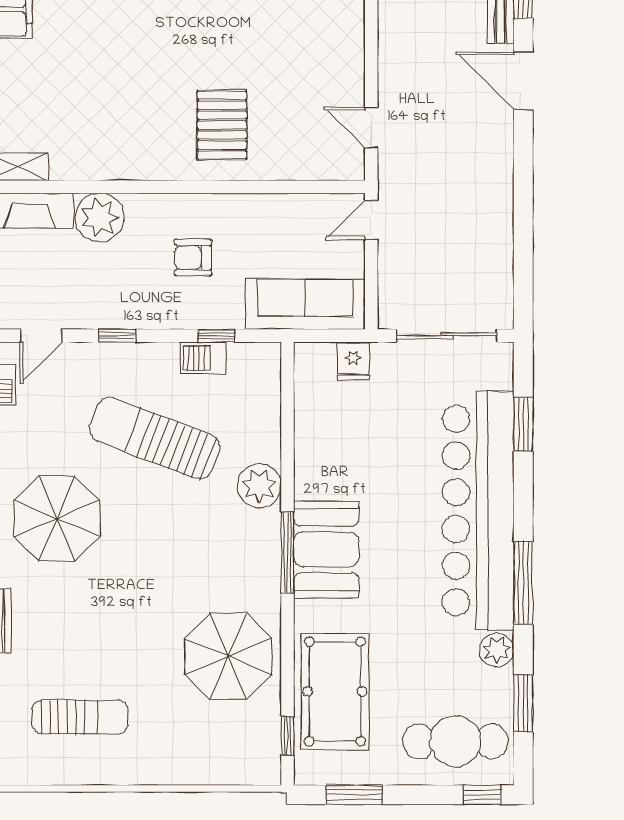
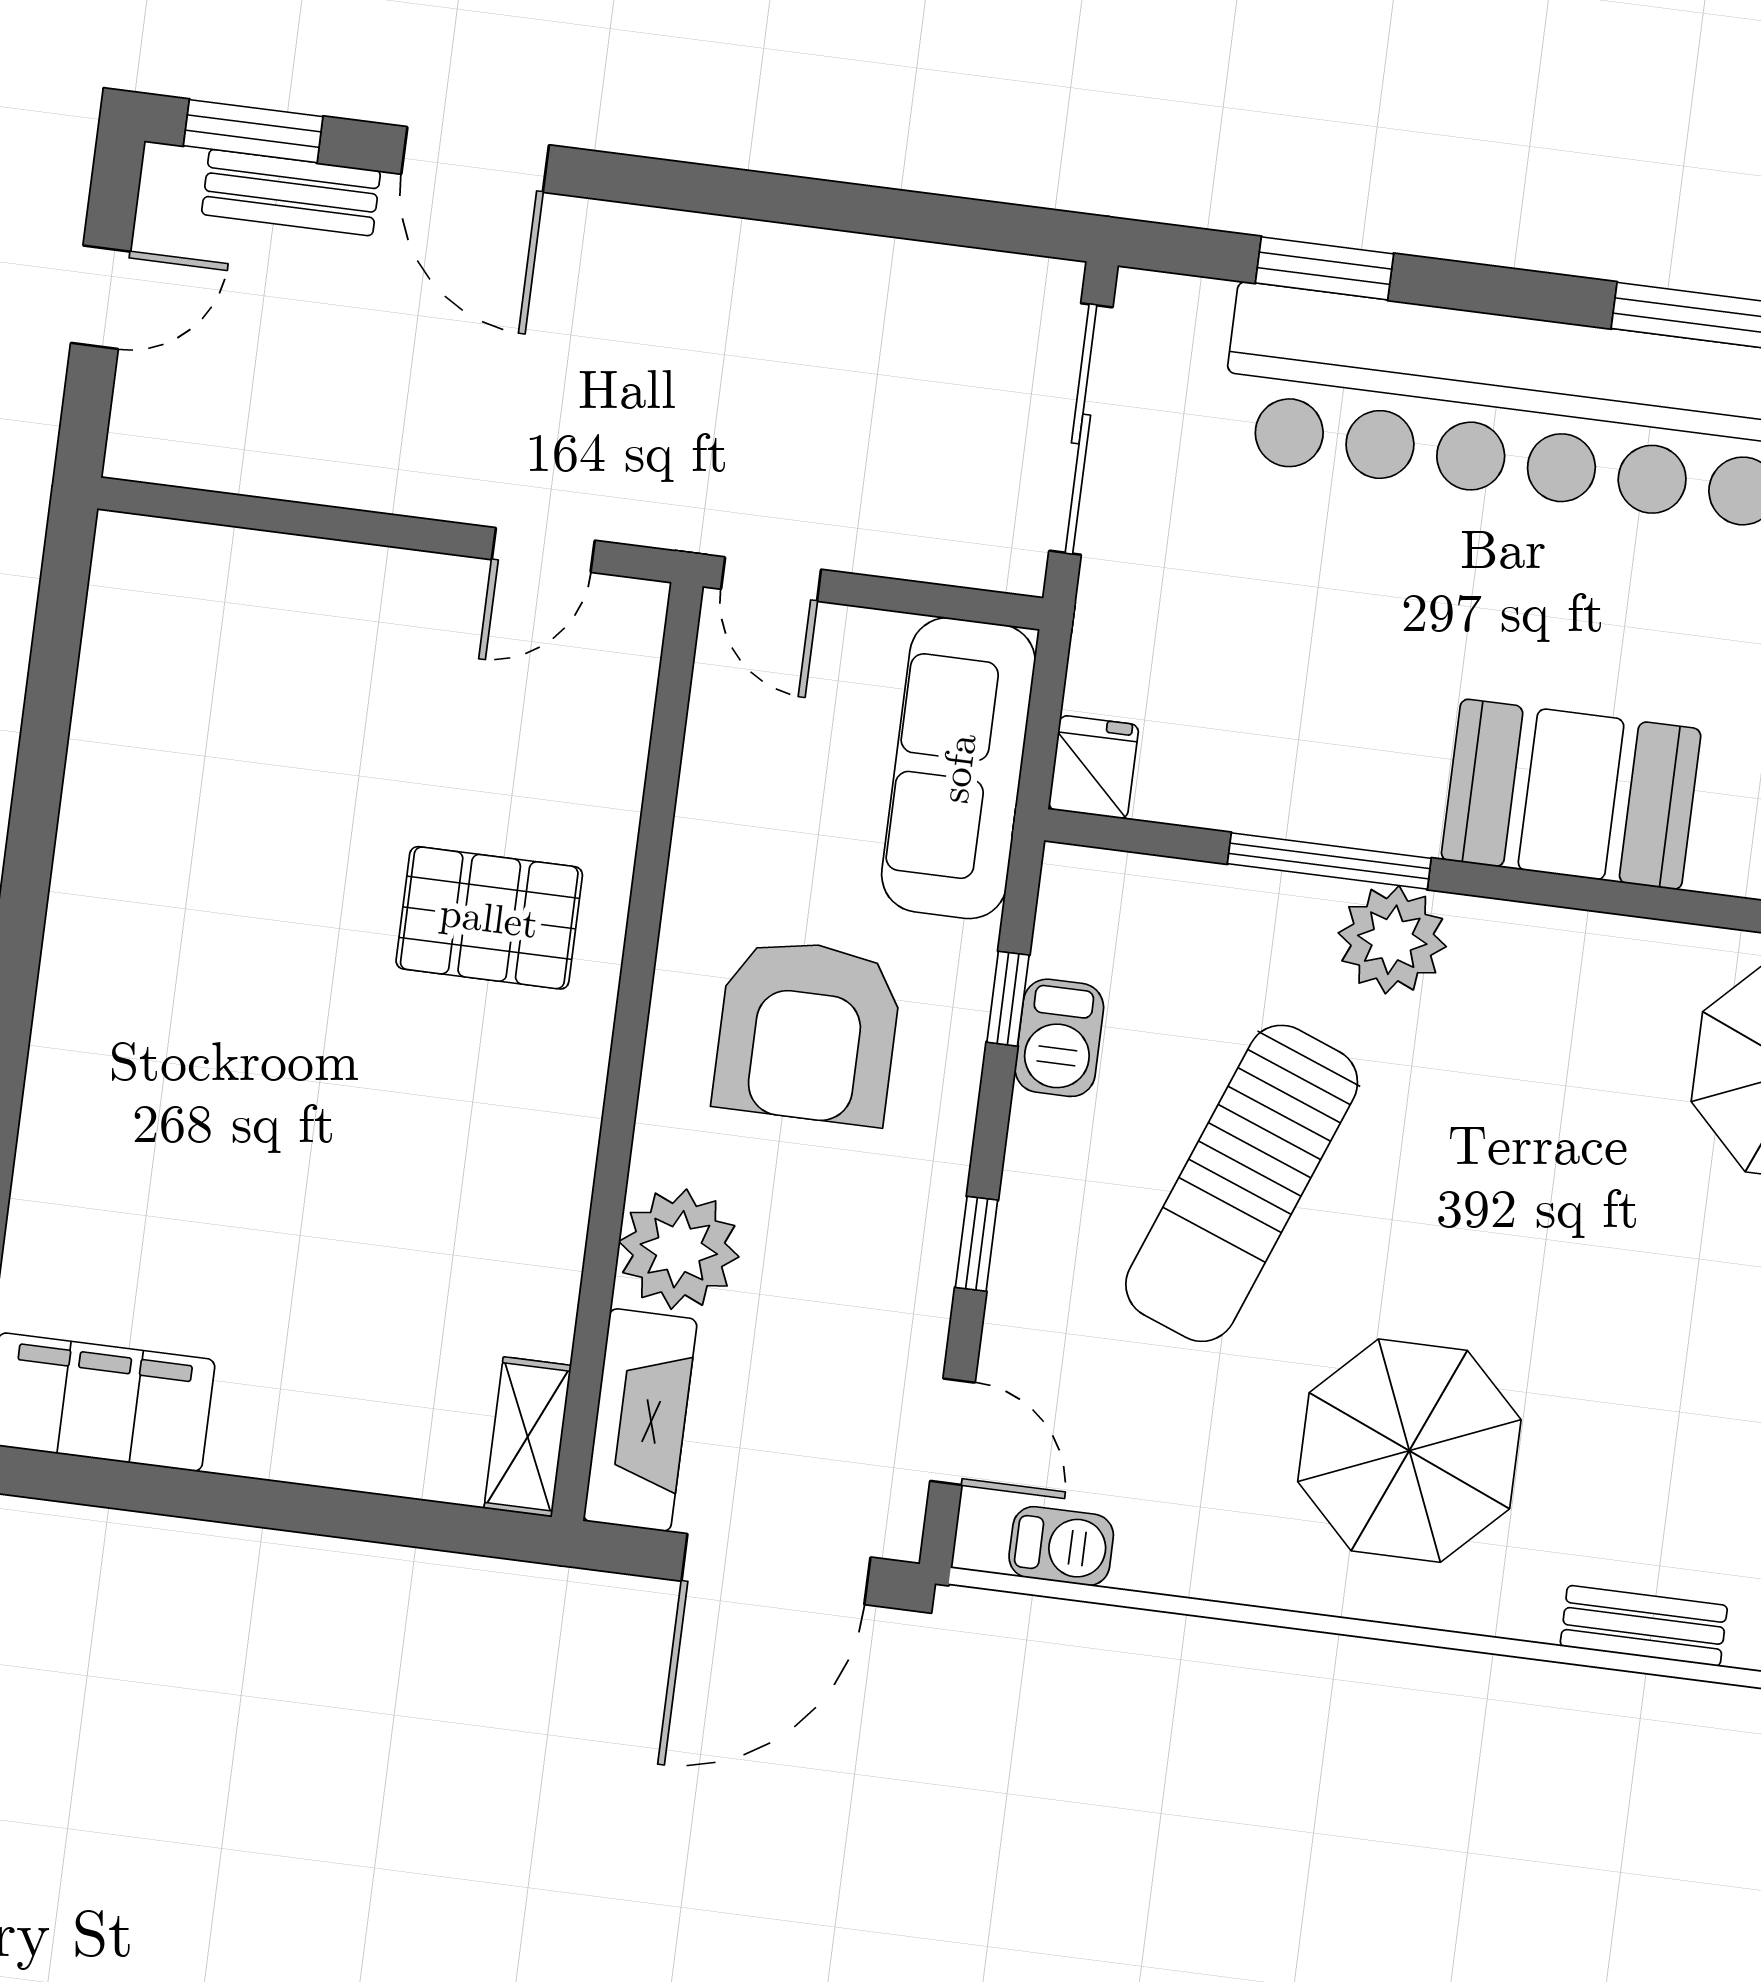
door: (523, 81) -> (475, 160), hinge flipped
armchair: (193, 258) -> (807, 1031), width x1.88, depth x1.88
fridge: (353, 361) -> (1094, 767), moved, turned -90
window: (287, 552) -> (1329, 861), moved

